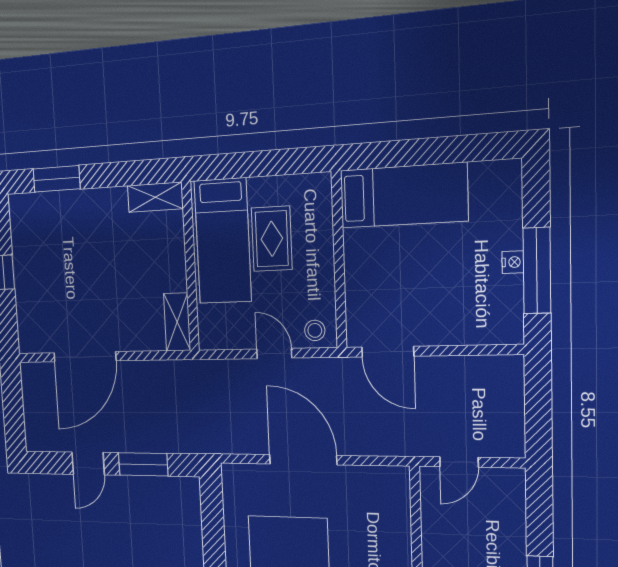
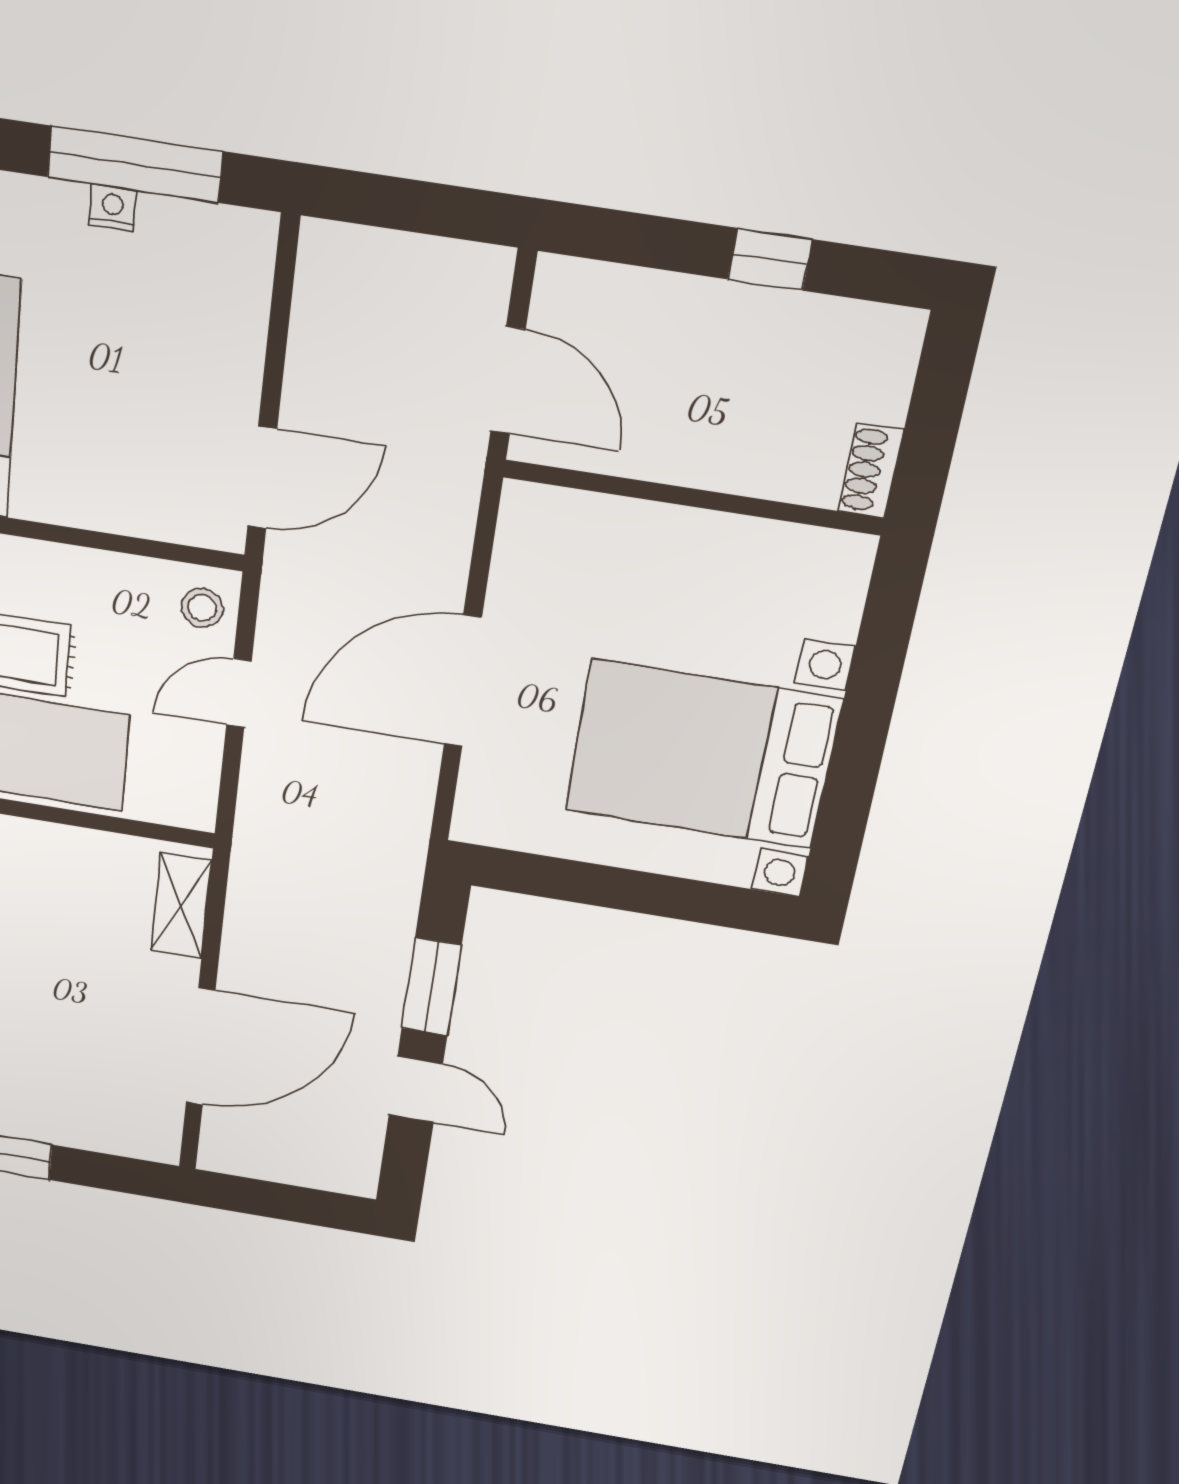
shelving: (177, 322) -> (181, 906), moved, turned 90
door: (85, 357) -> (200, 1047), hinge flipped
door: (459, 462) -> (508, 380), width x1.38

